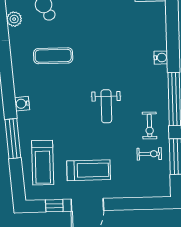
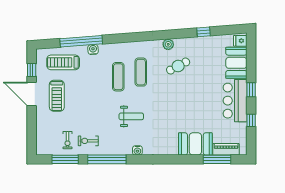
exercise mat: (60, 86) -> (118, 77), added
water cooler: (22, 104) -> (93, 50), moved
weight bench: (106, 106) -> (131, 116), moved, turned 180
window: (13, 139) -> (81, 41), width x1.46

